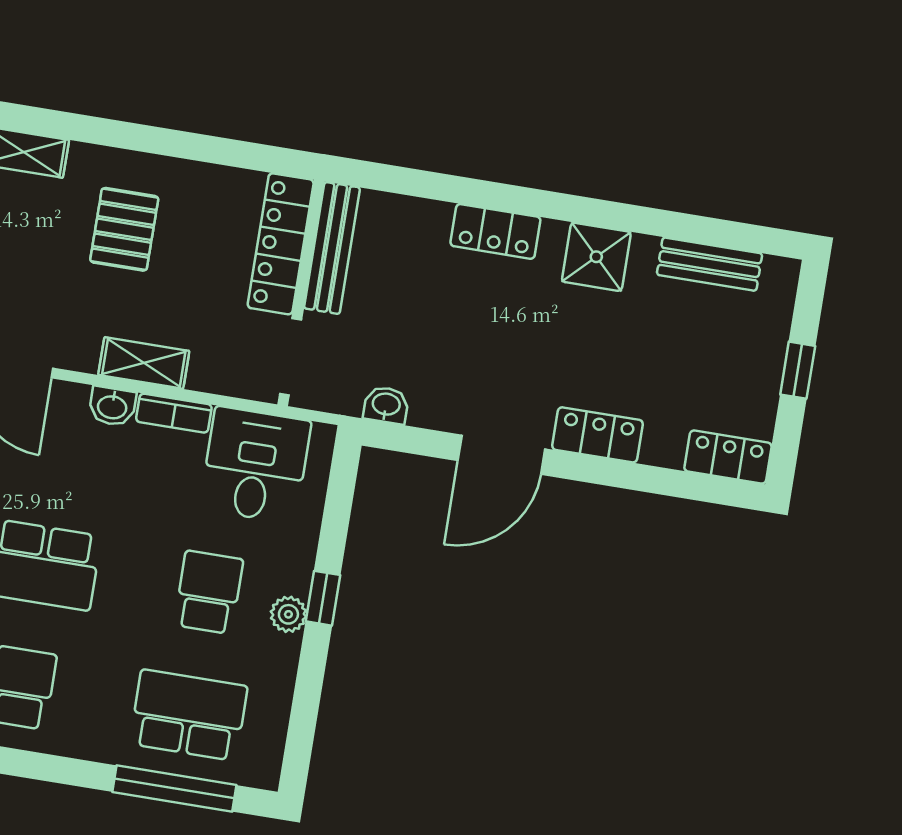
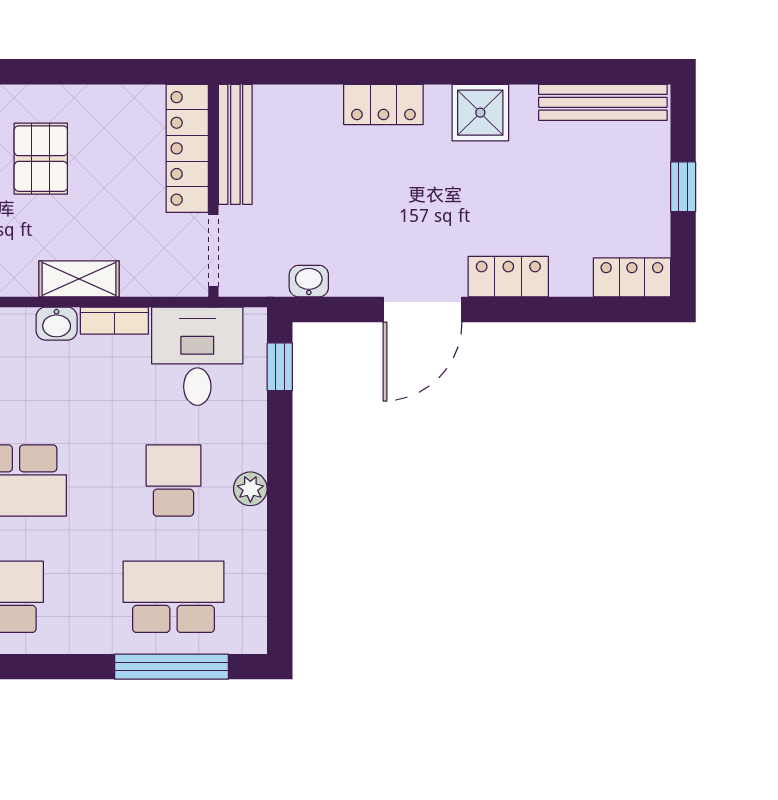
bench: (710, 264) -> (603, 102), width x1.36
window: (323, 598) -> (280, 367), moved

